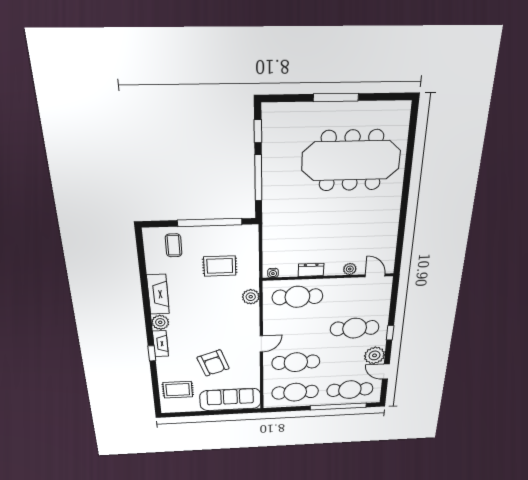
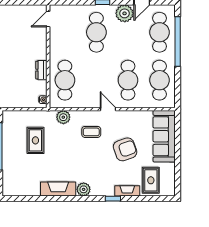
coffee table: (174, 245) -> (91, 132), moved
plant: (350, 269) -> (42, 40), removed
fireplace: (160, 344) -> (127, 191), moved

